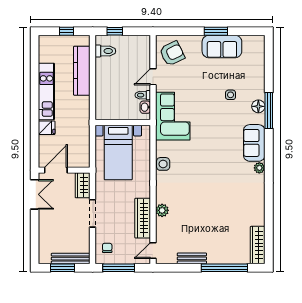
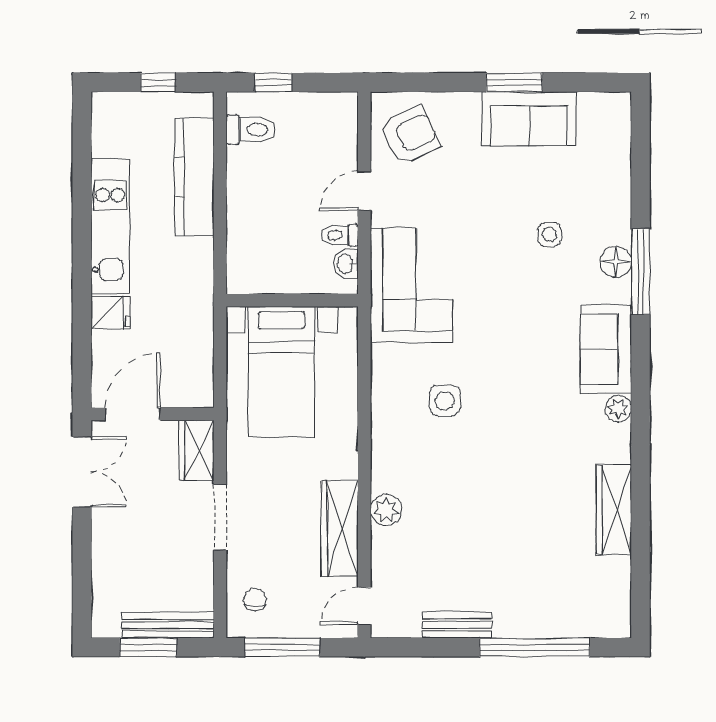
side table: (163, 164) -> (445, 401), moved
wardrobe: (258, 245) -> (614, 510), moved

